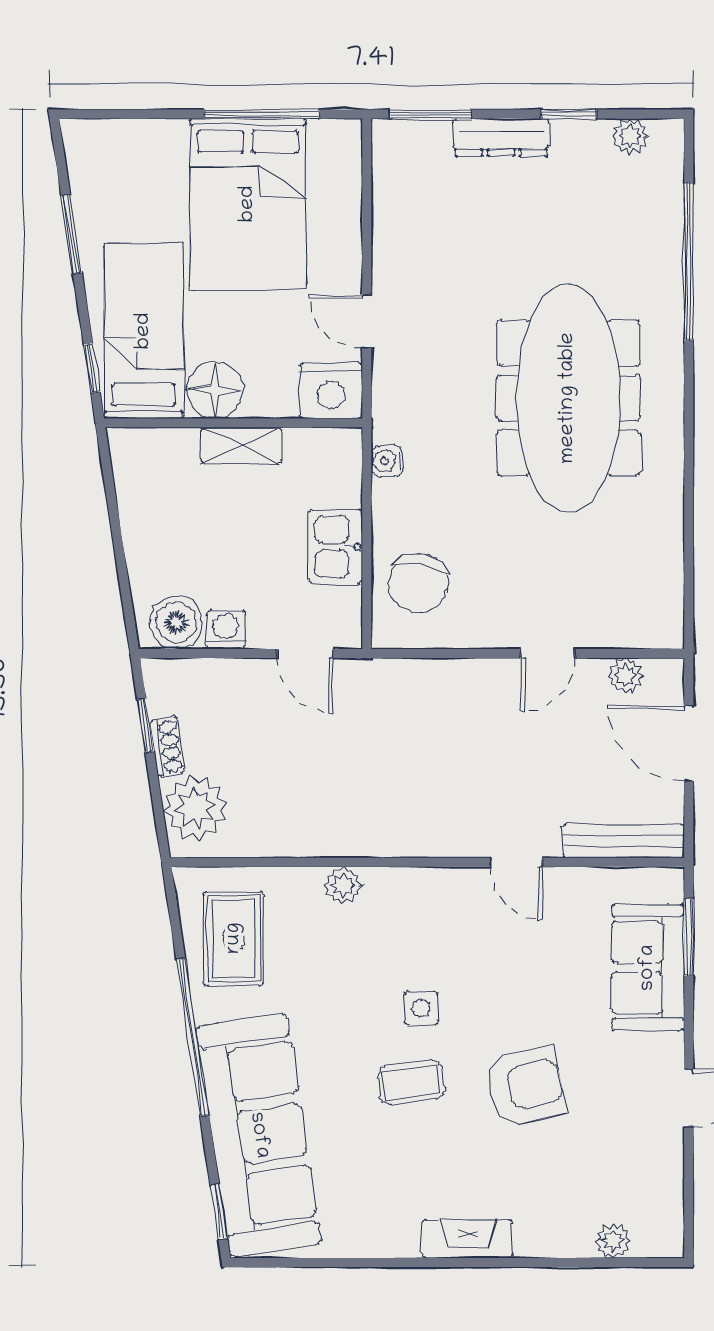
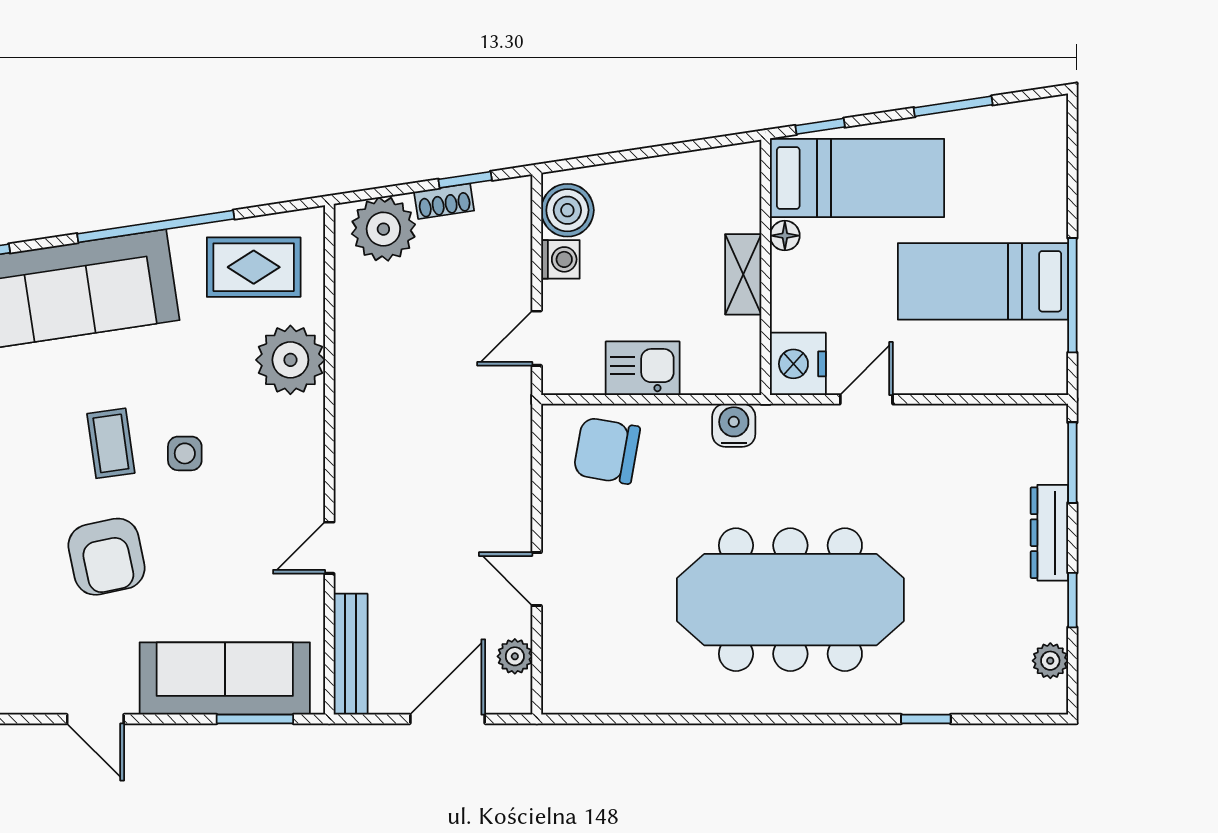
bed: (248, 204) -> (983, 281), width x0.67
window: (689, 261) -> (926, 719), width x0.32
floor lamp: (215, 390) -> (785, 236), width x0.53, depth x0.53
water cooler: (387, 461) -> (734, 425), width x1.38, depth x1.38
plant: (343, 885) -> (290, 360), width x1.88, depth x1.88
sofa: (648, 968) -> (225, 679), width x1.36

